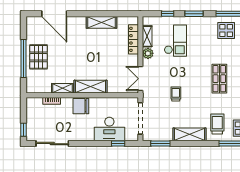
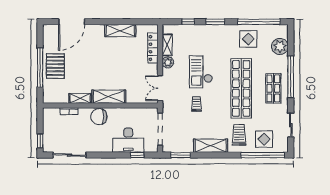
door: (54, 14) -> (72, 22), hinge flipped
checkout: (175, 41) -> (201, 72), moved, turned 180
shop shelf: (219, 79) -> (241, 88), width x2.00, depth x1.36

